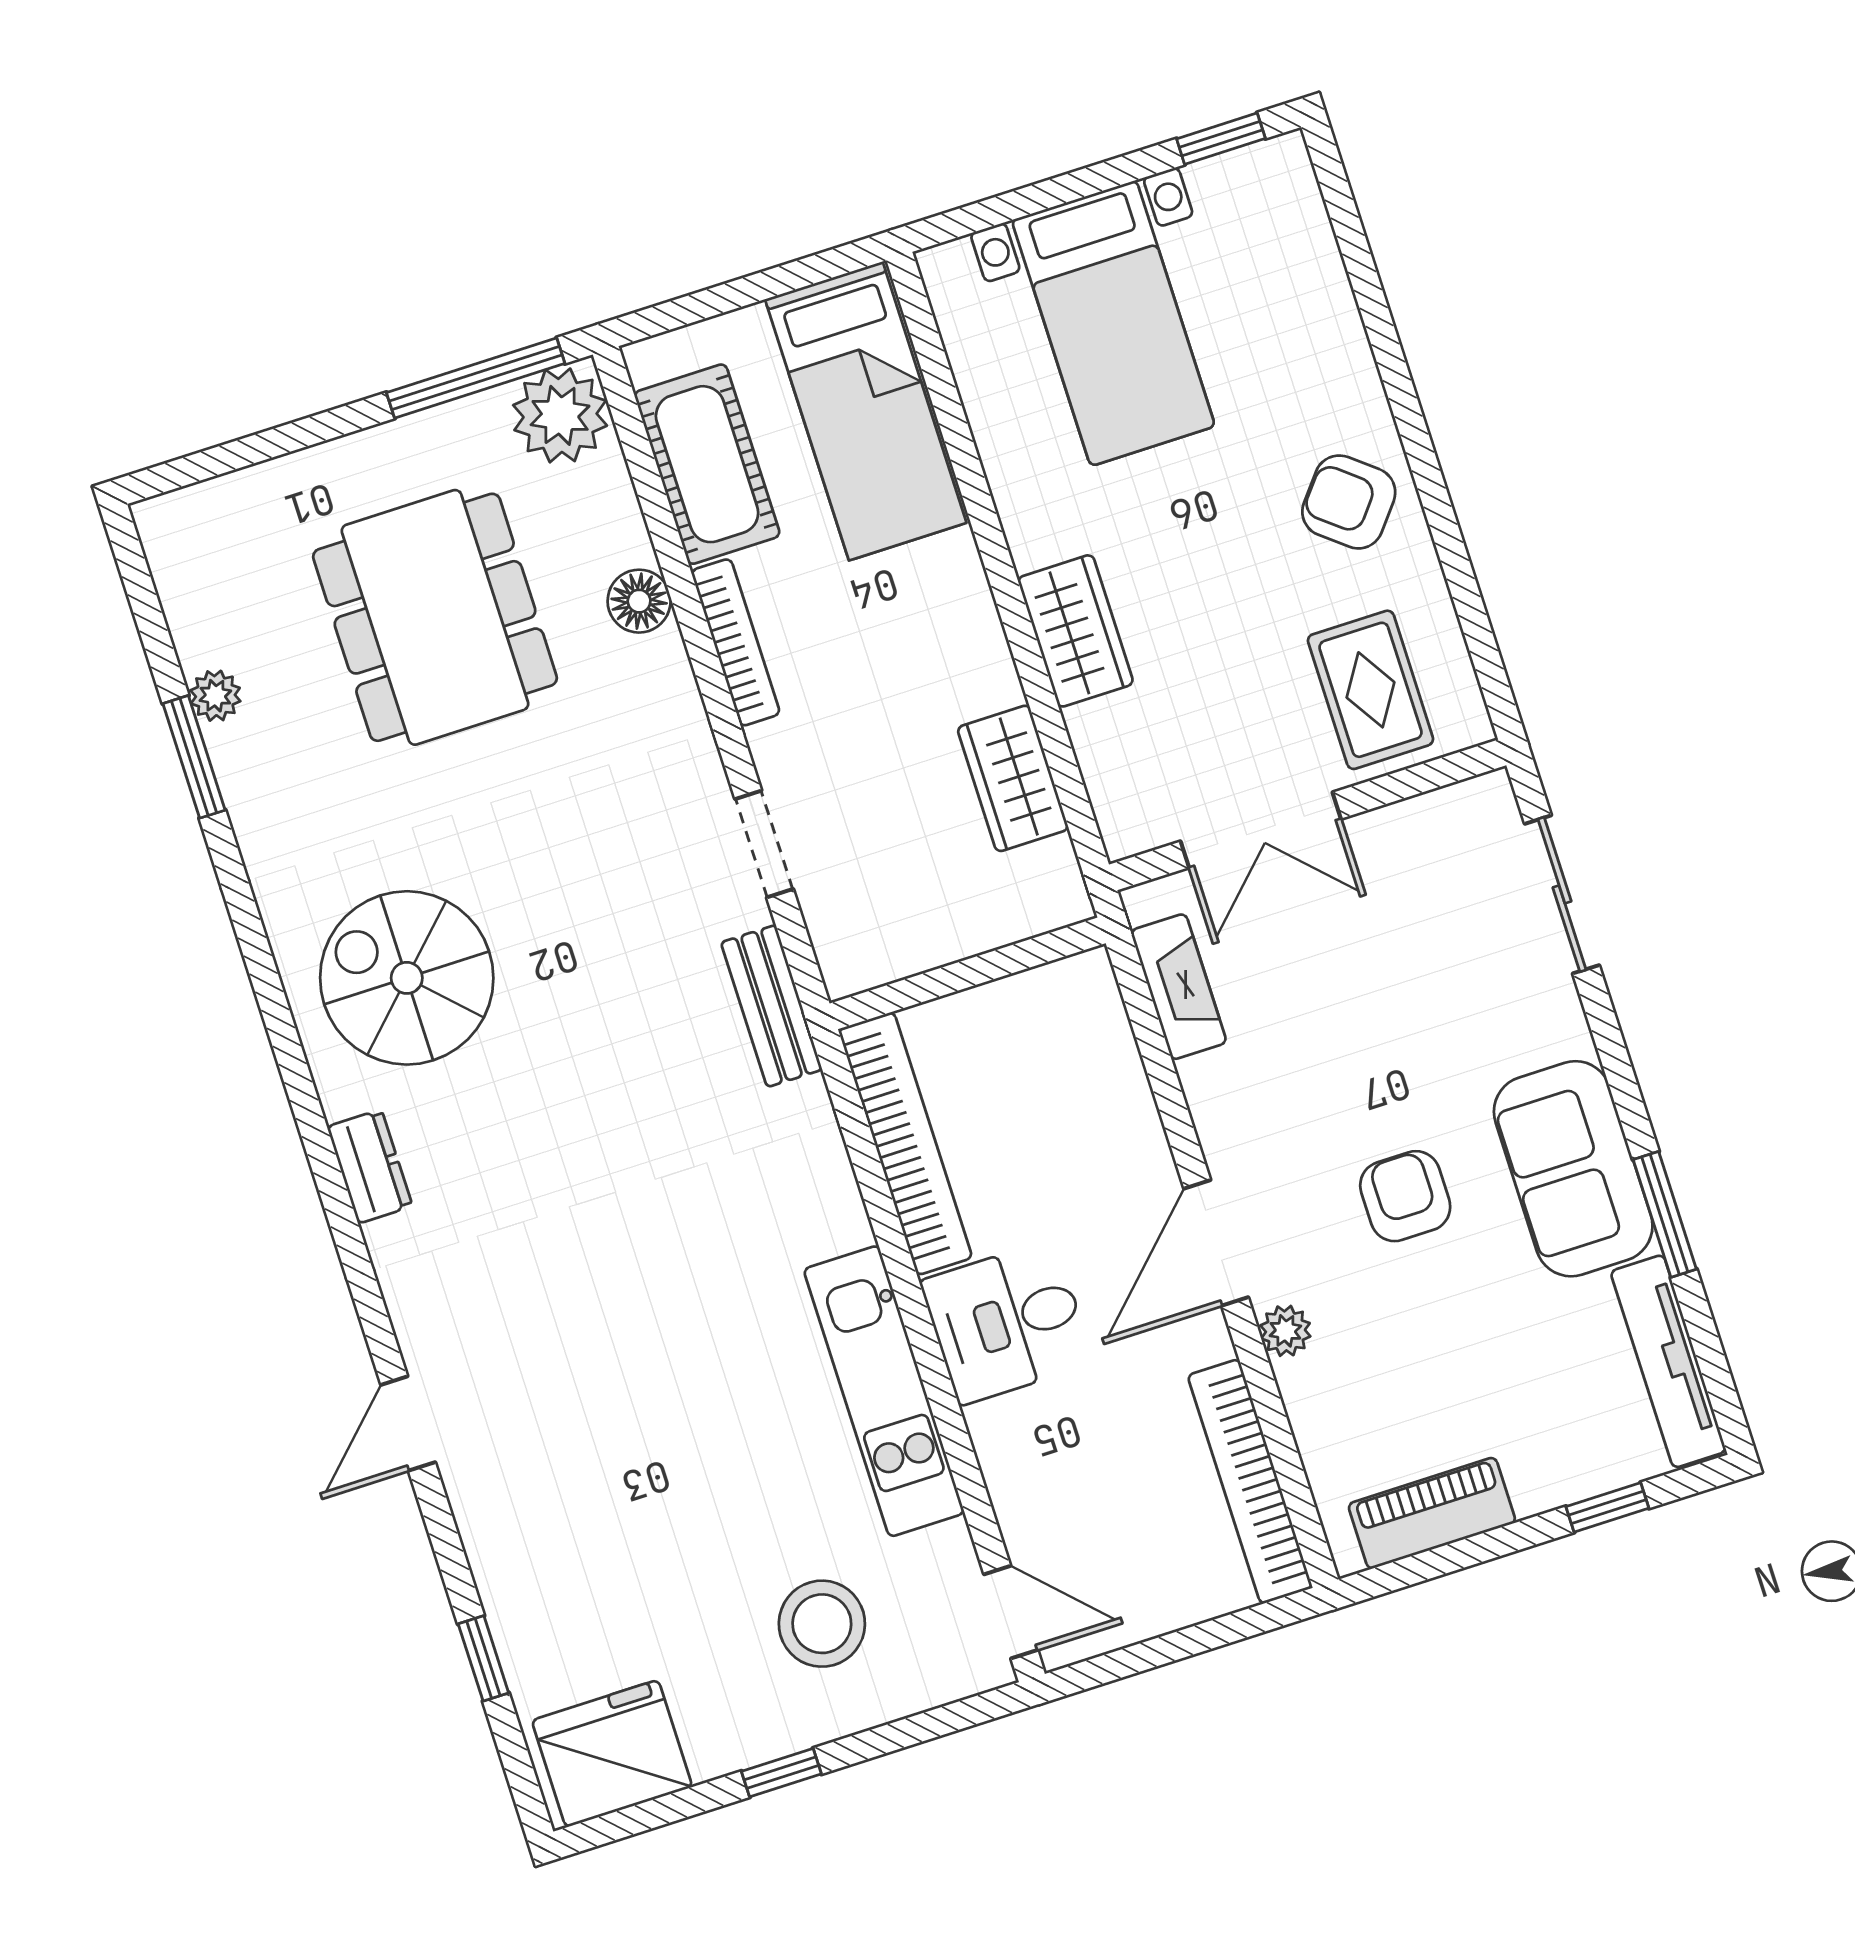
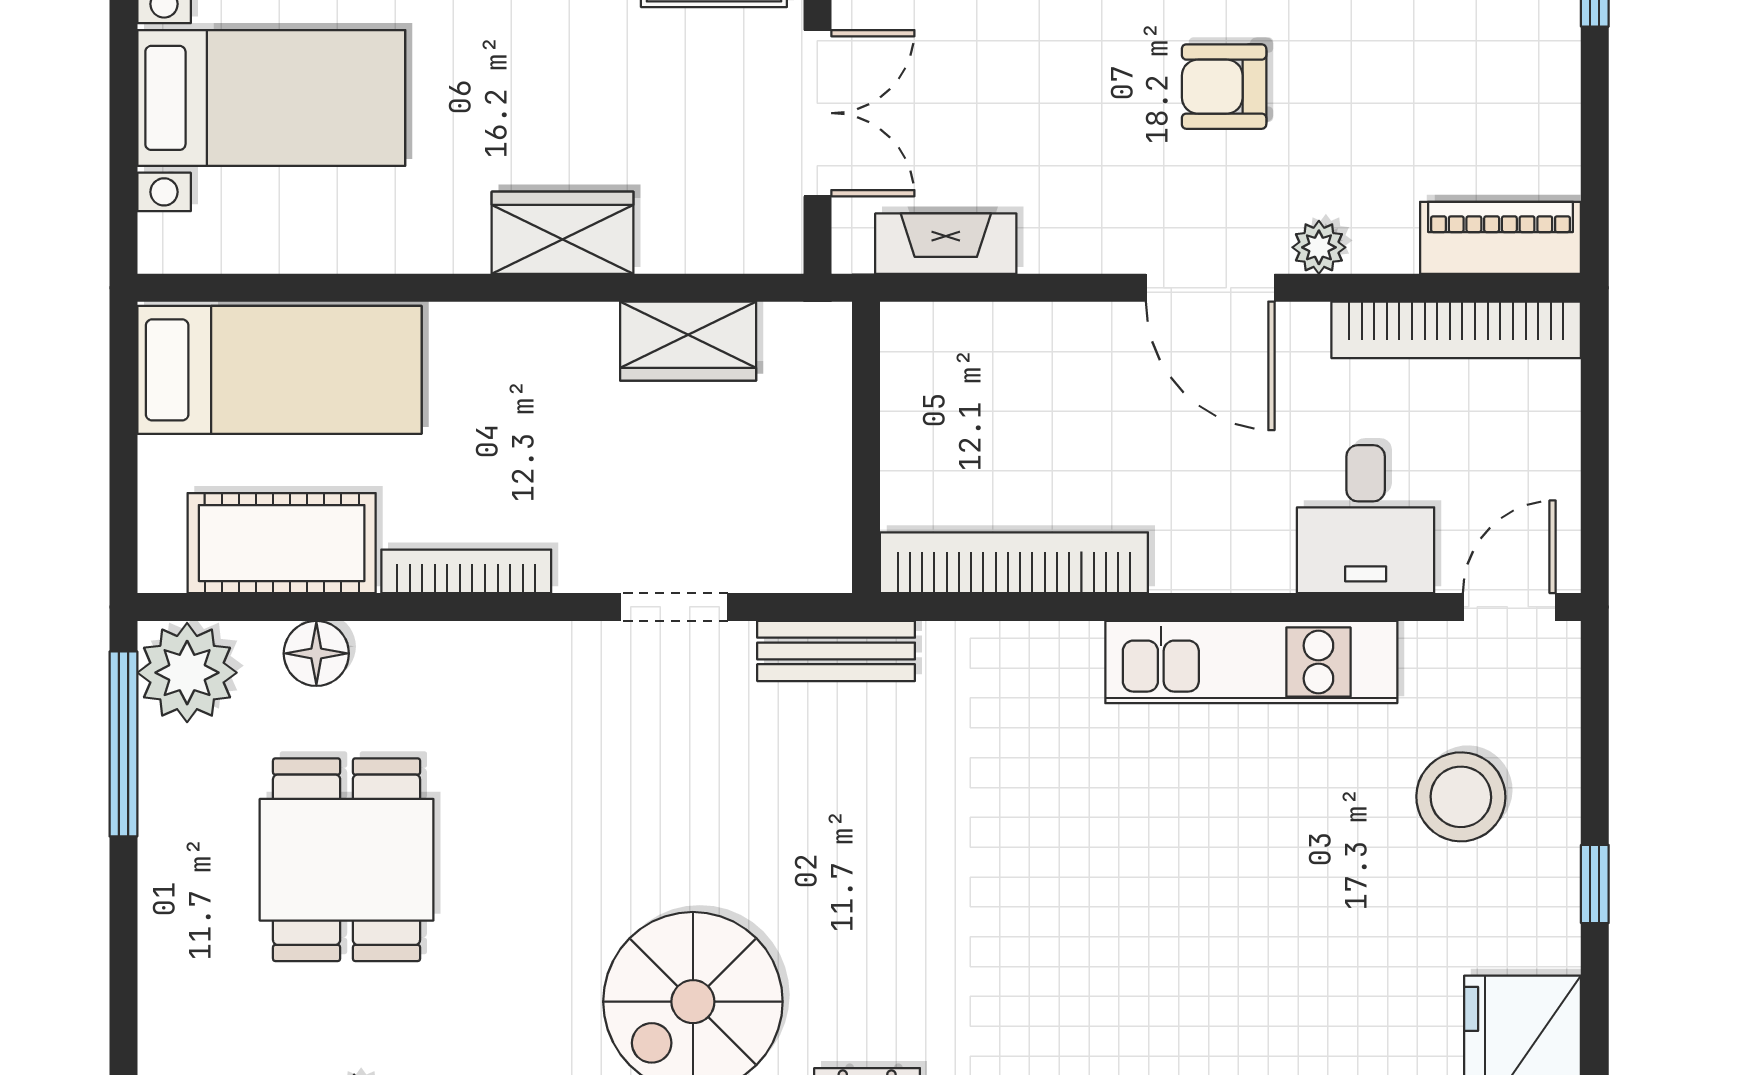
floor lamp: (639, 601) -> (316, 653), moved
dining table: (435, 617) -> (347, 860), width x0.73
desk: (1007, 1322) -> (1366, 519), moved
piano: (1432, 1513) -> (1500, 238), moved, turned 90

